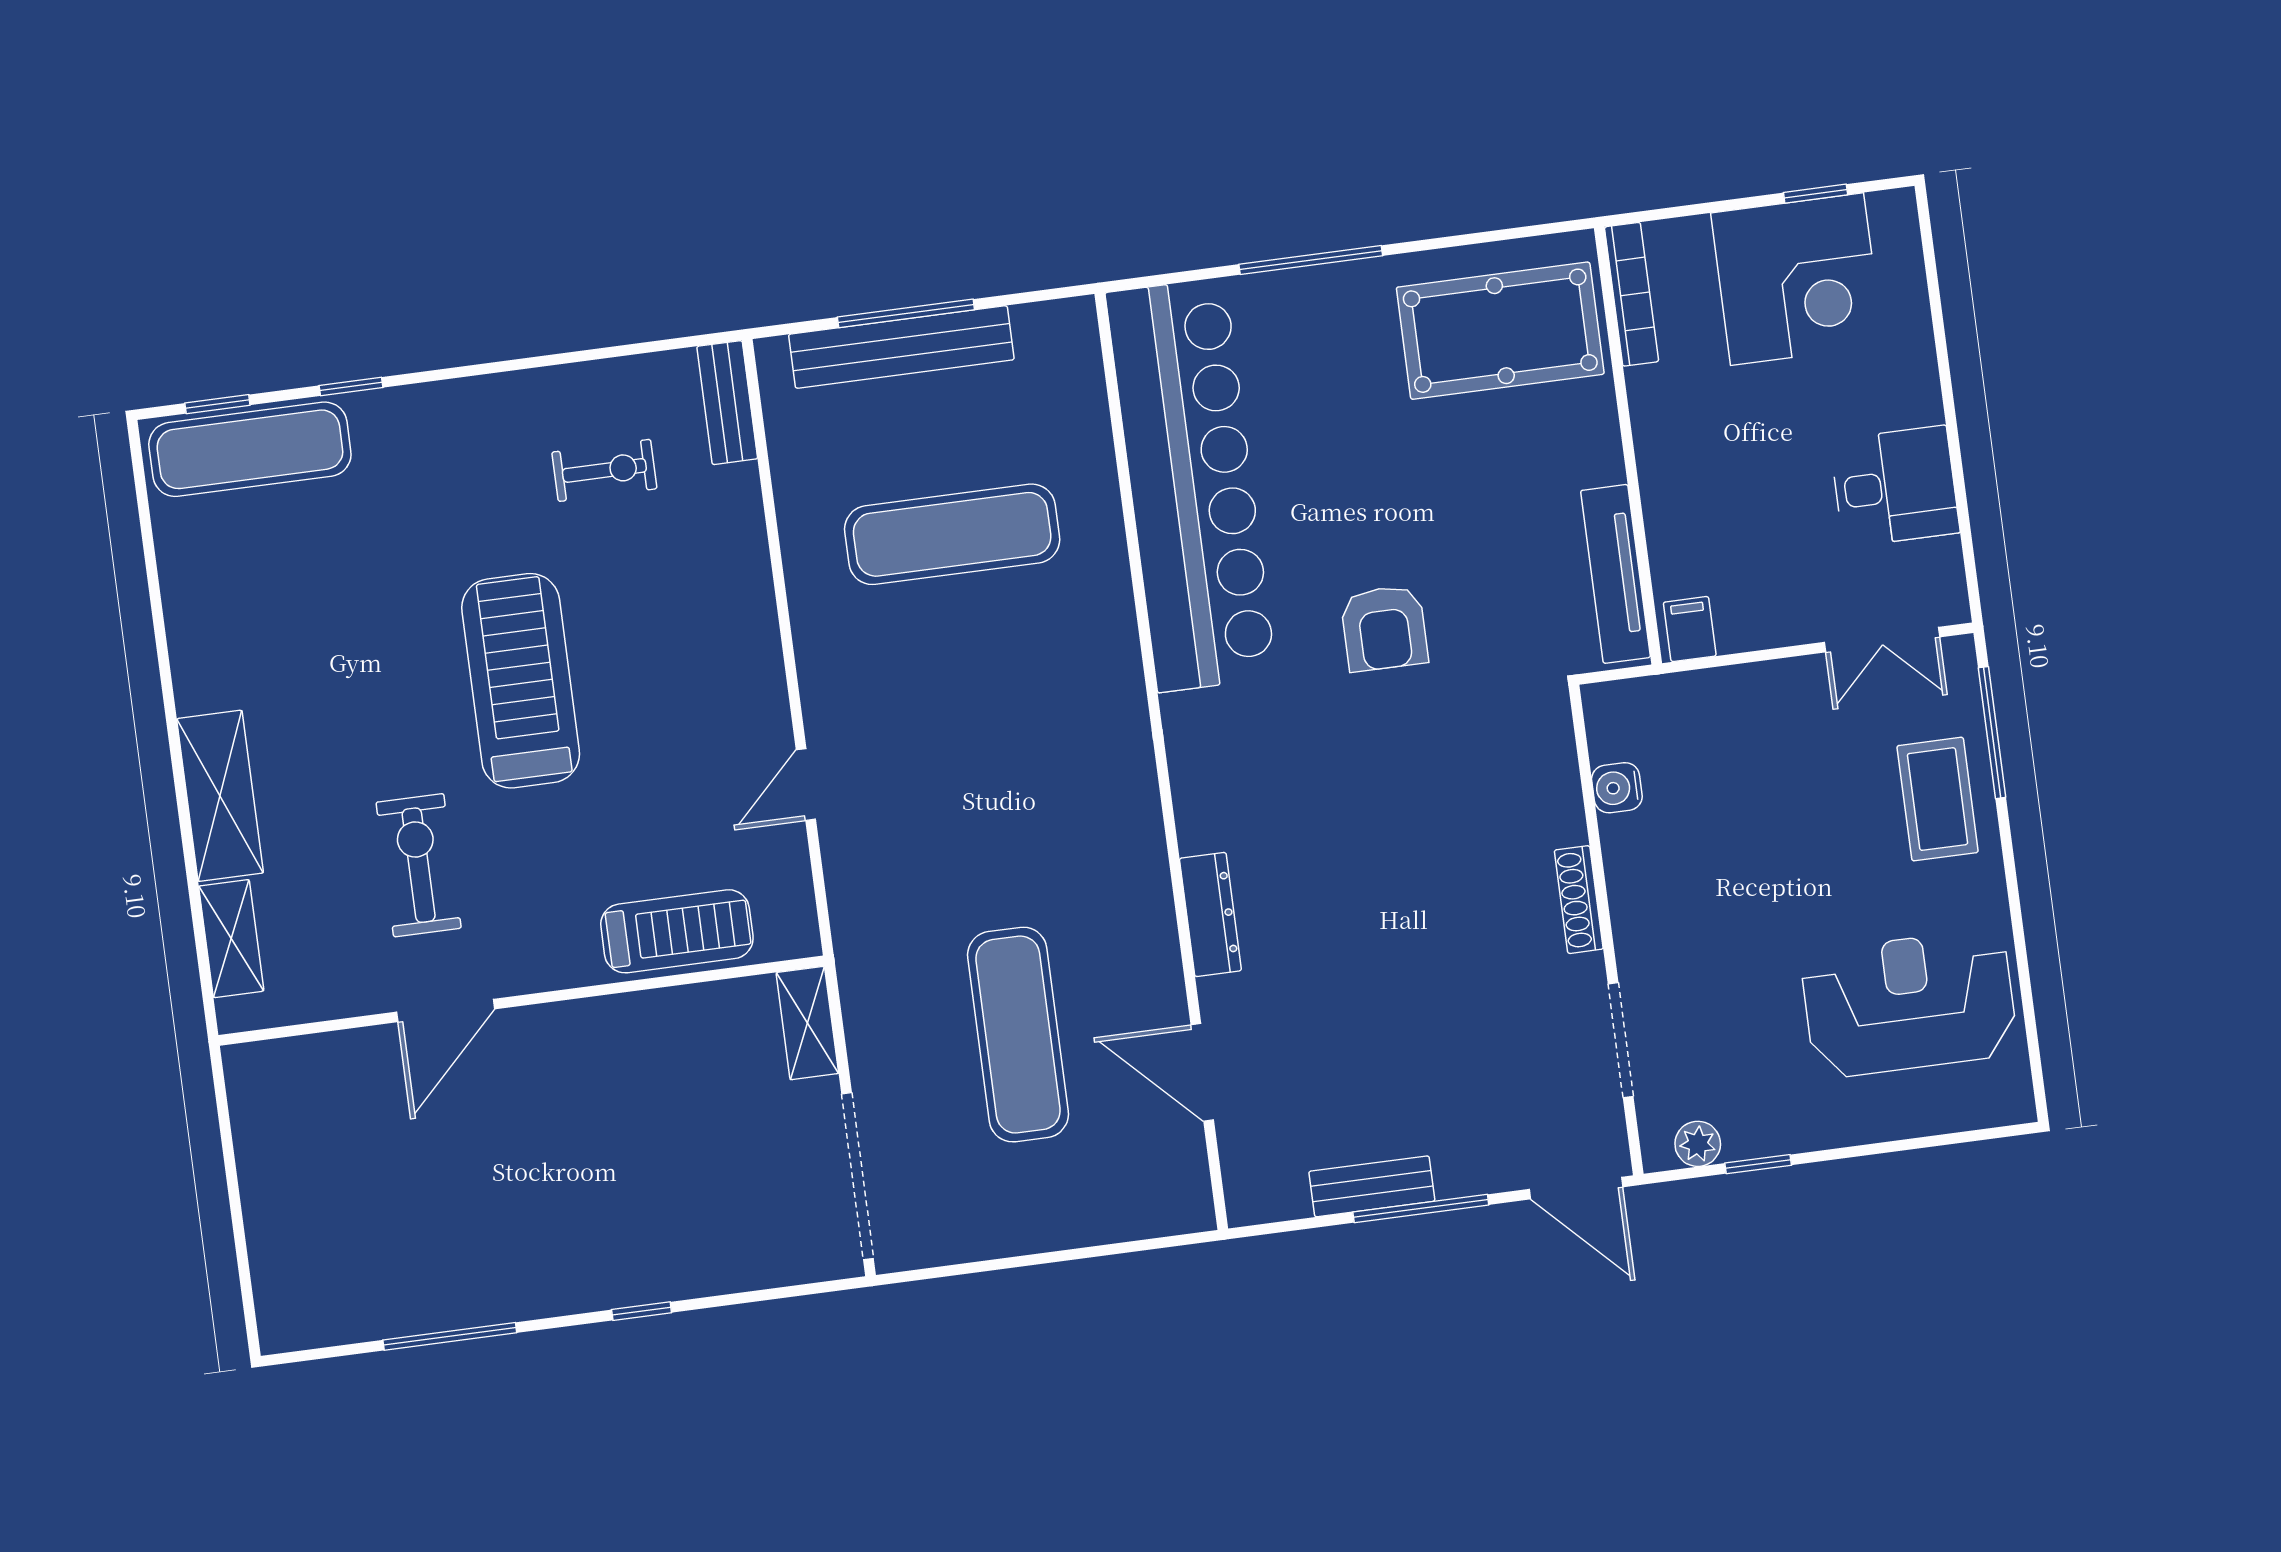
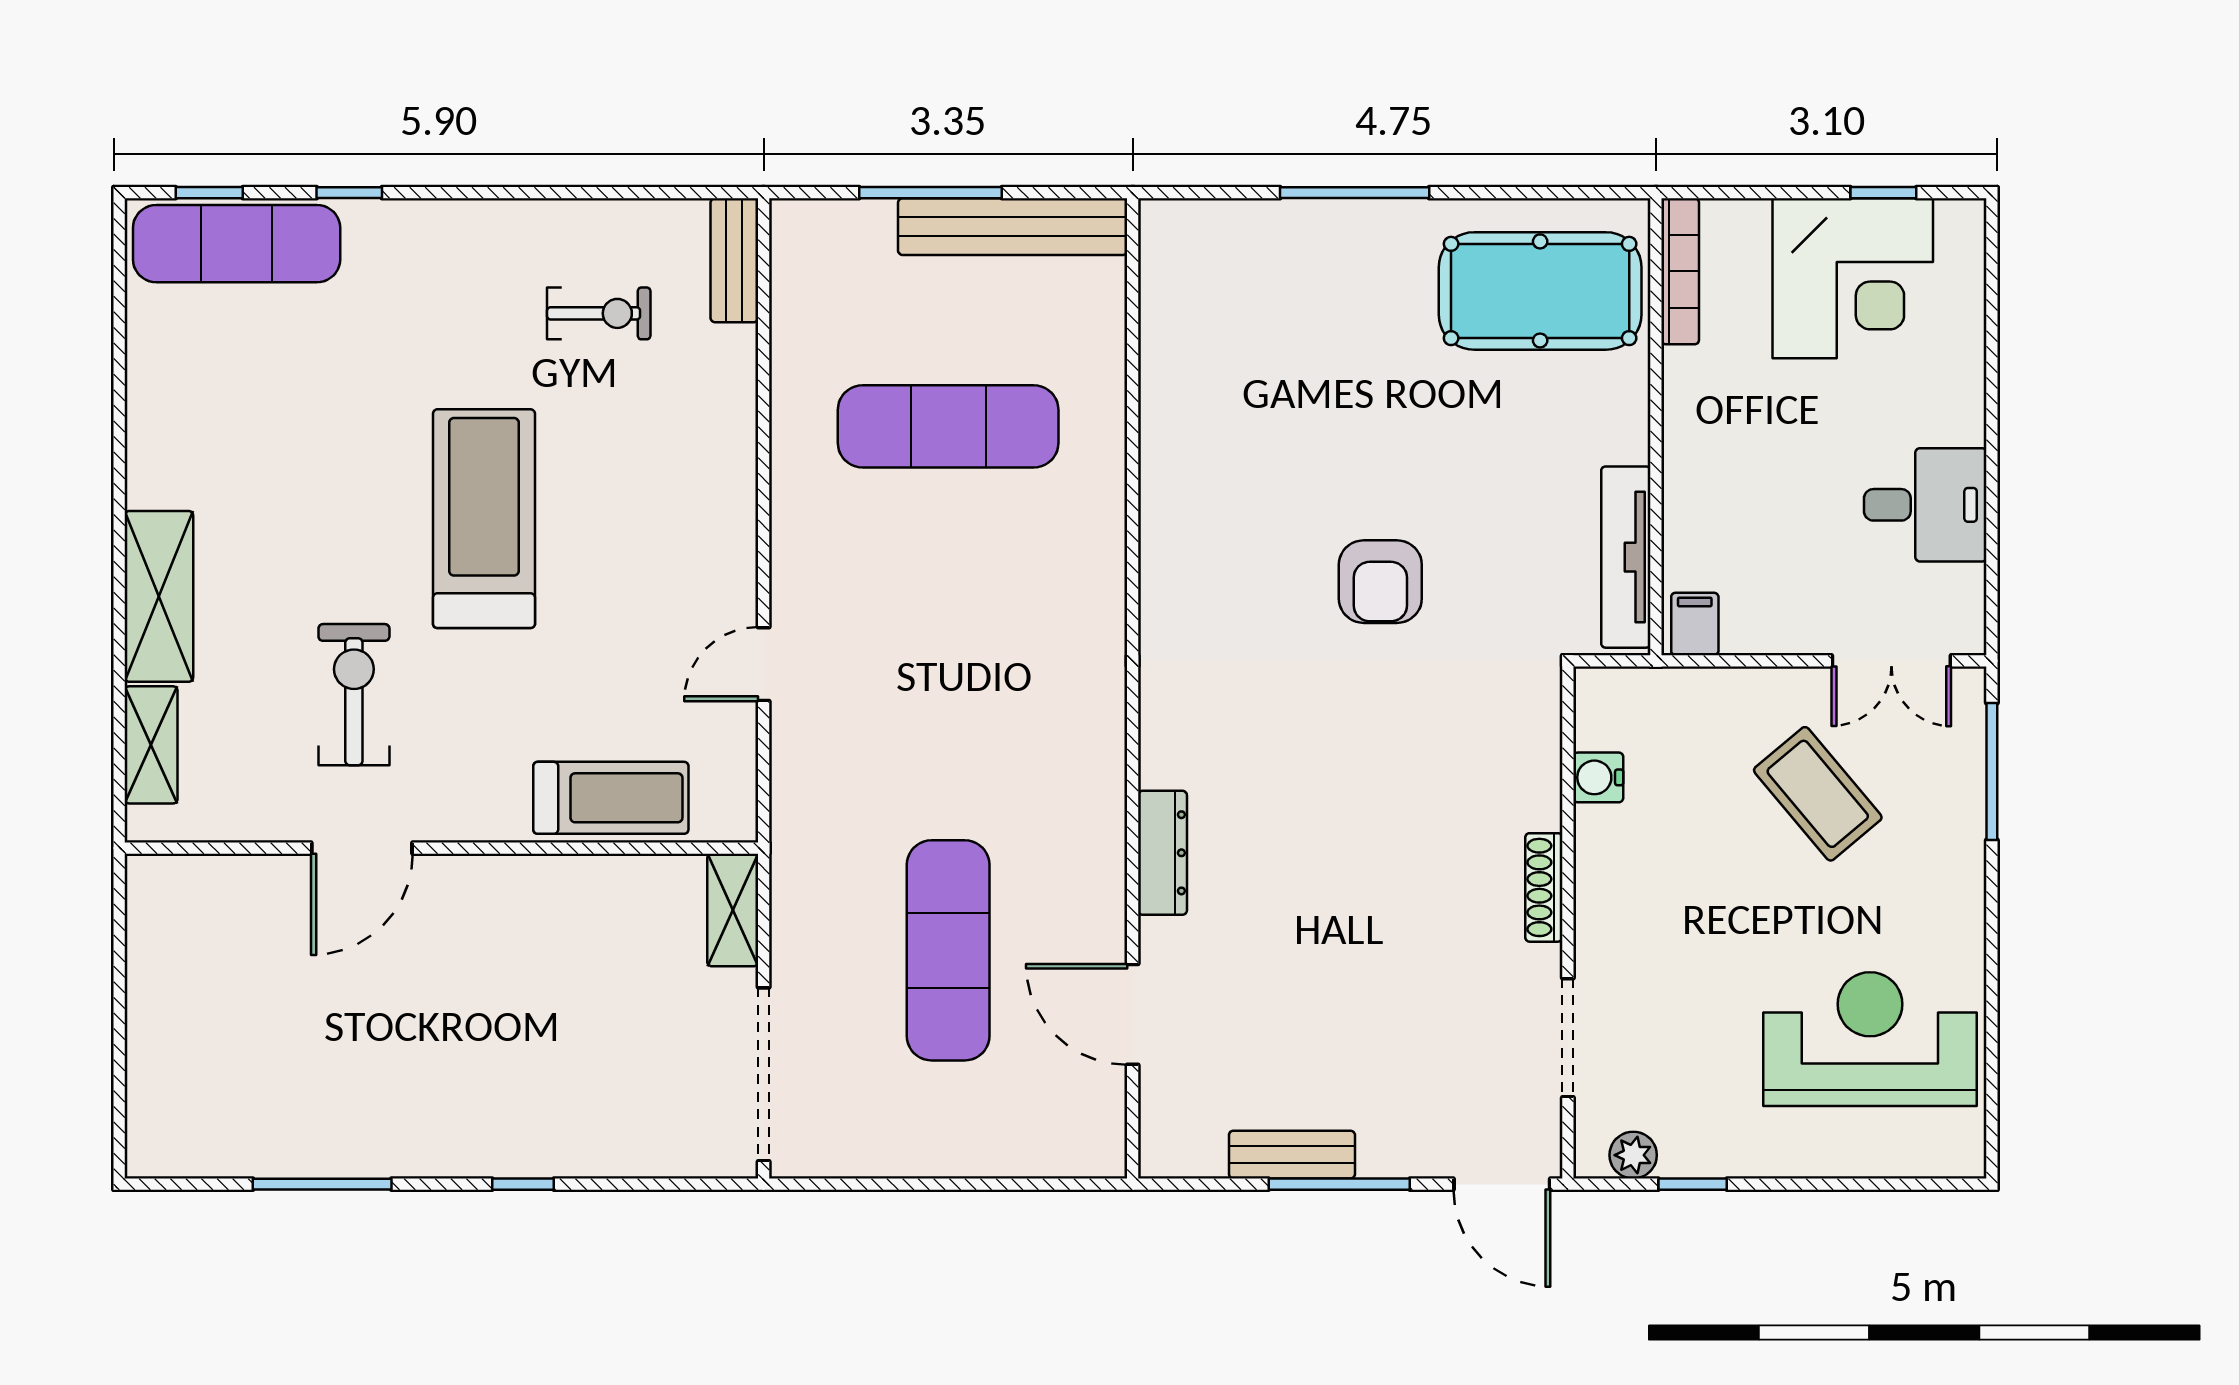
bench: (901, 347) -> (1013, 227), moved
bar counter: (1191, 485) -> (1201, 408), removed
coffee table: (1938, 799) -> (1818, 794), moved, turned -40

